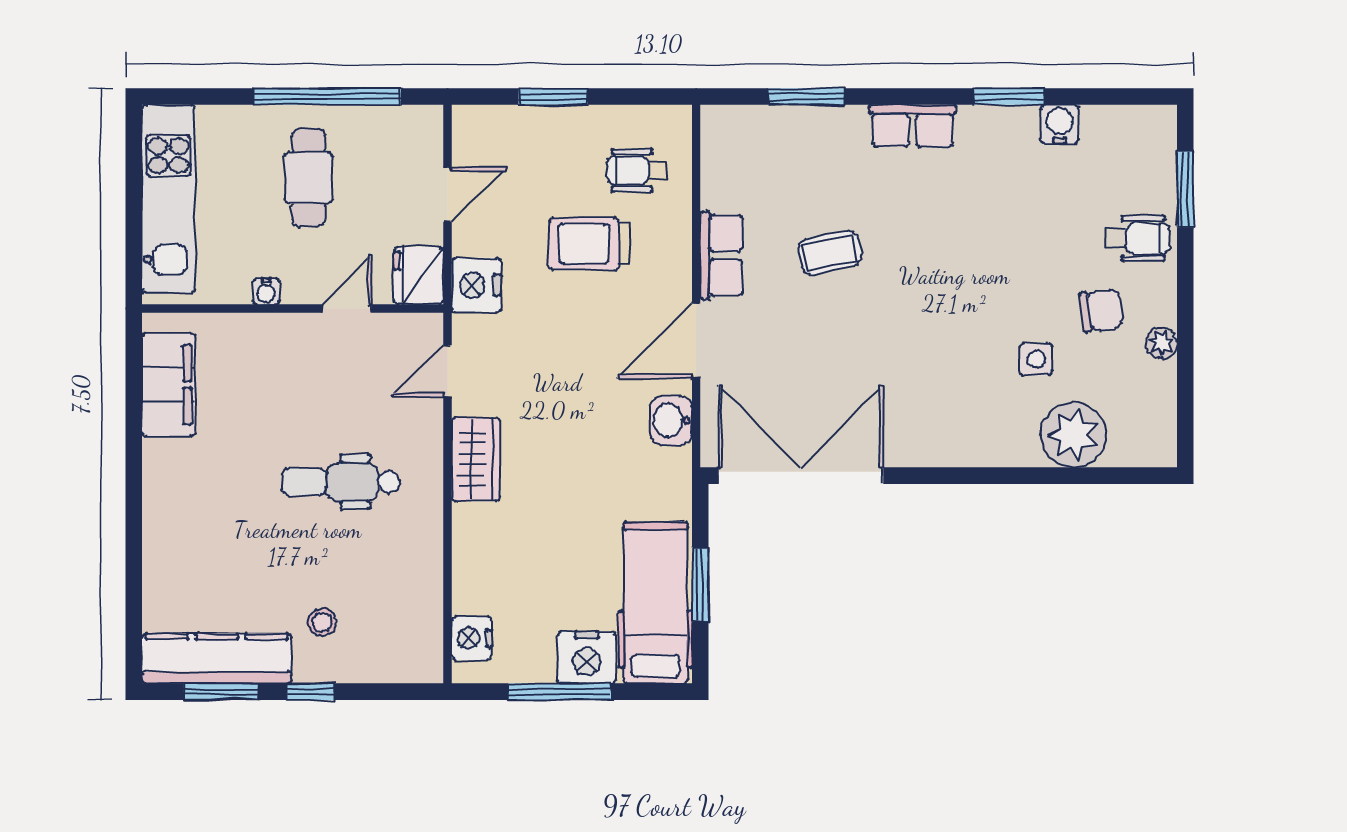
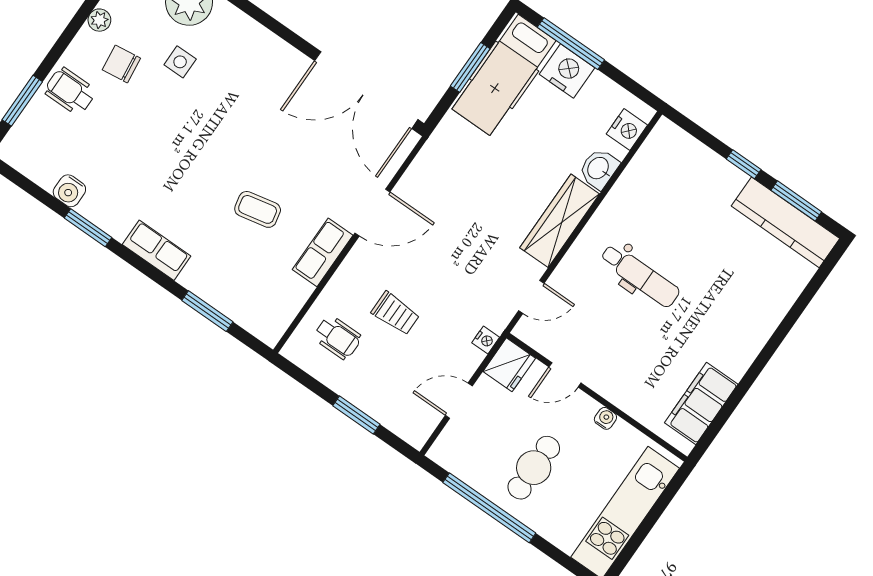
trolley: (590, 244) -> (395, 313), width x0.73, depth x0.72
nightstand: (476, 285) -> (486, 340), width x0.53, depth x0.56
washbasin: (671, 420) -> (599, 169), moved, turned 180
wardrobe: (476, 459) -> (560, 221), width x1.50
stool: (322, 622) -> (708, 200), removed
window: (559, 692) -> (571, 44), moved

